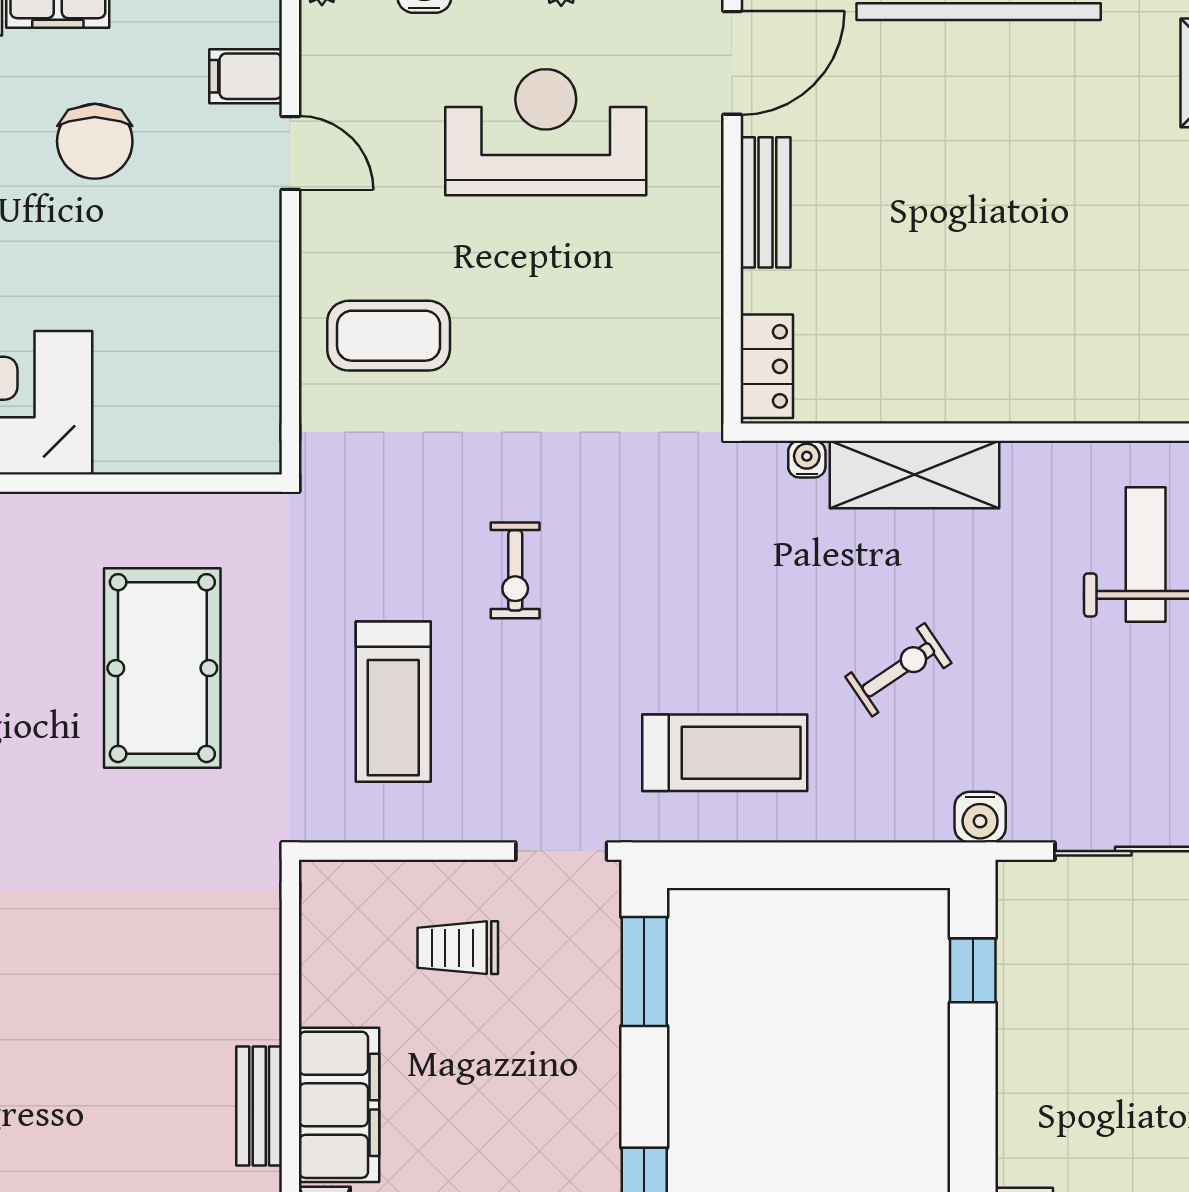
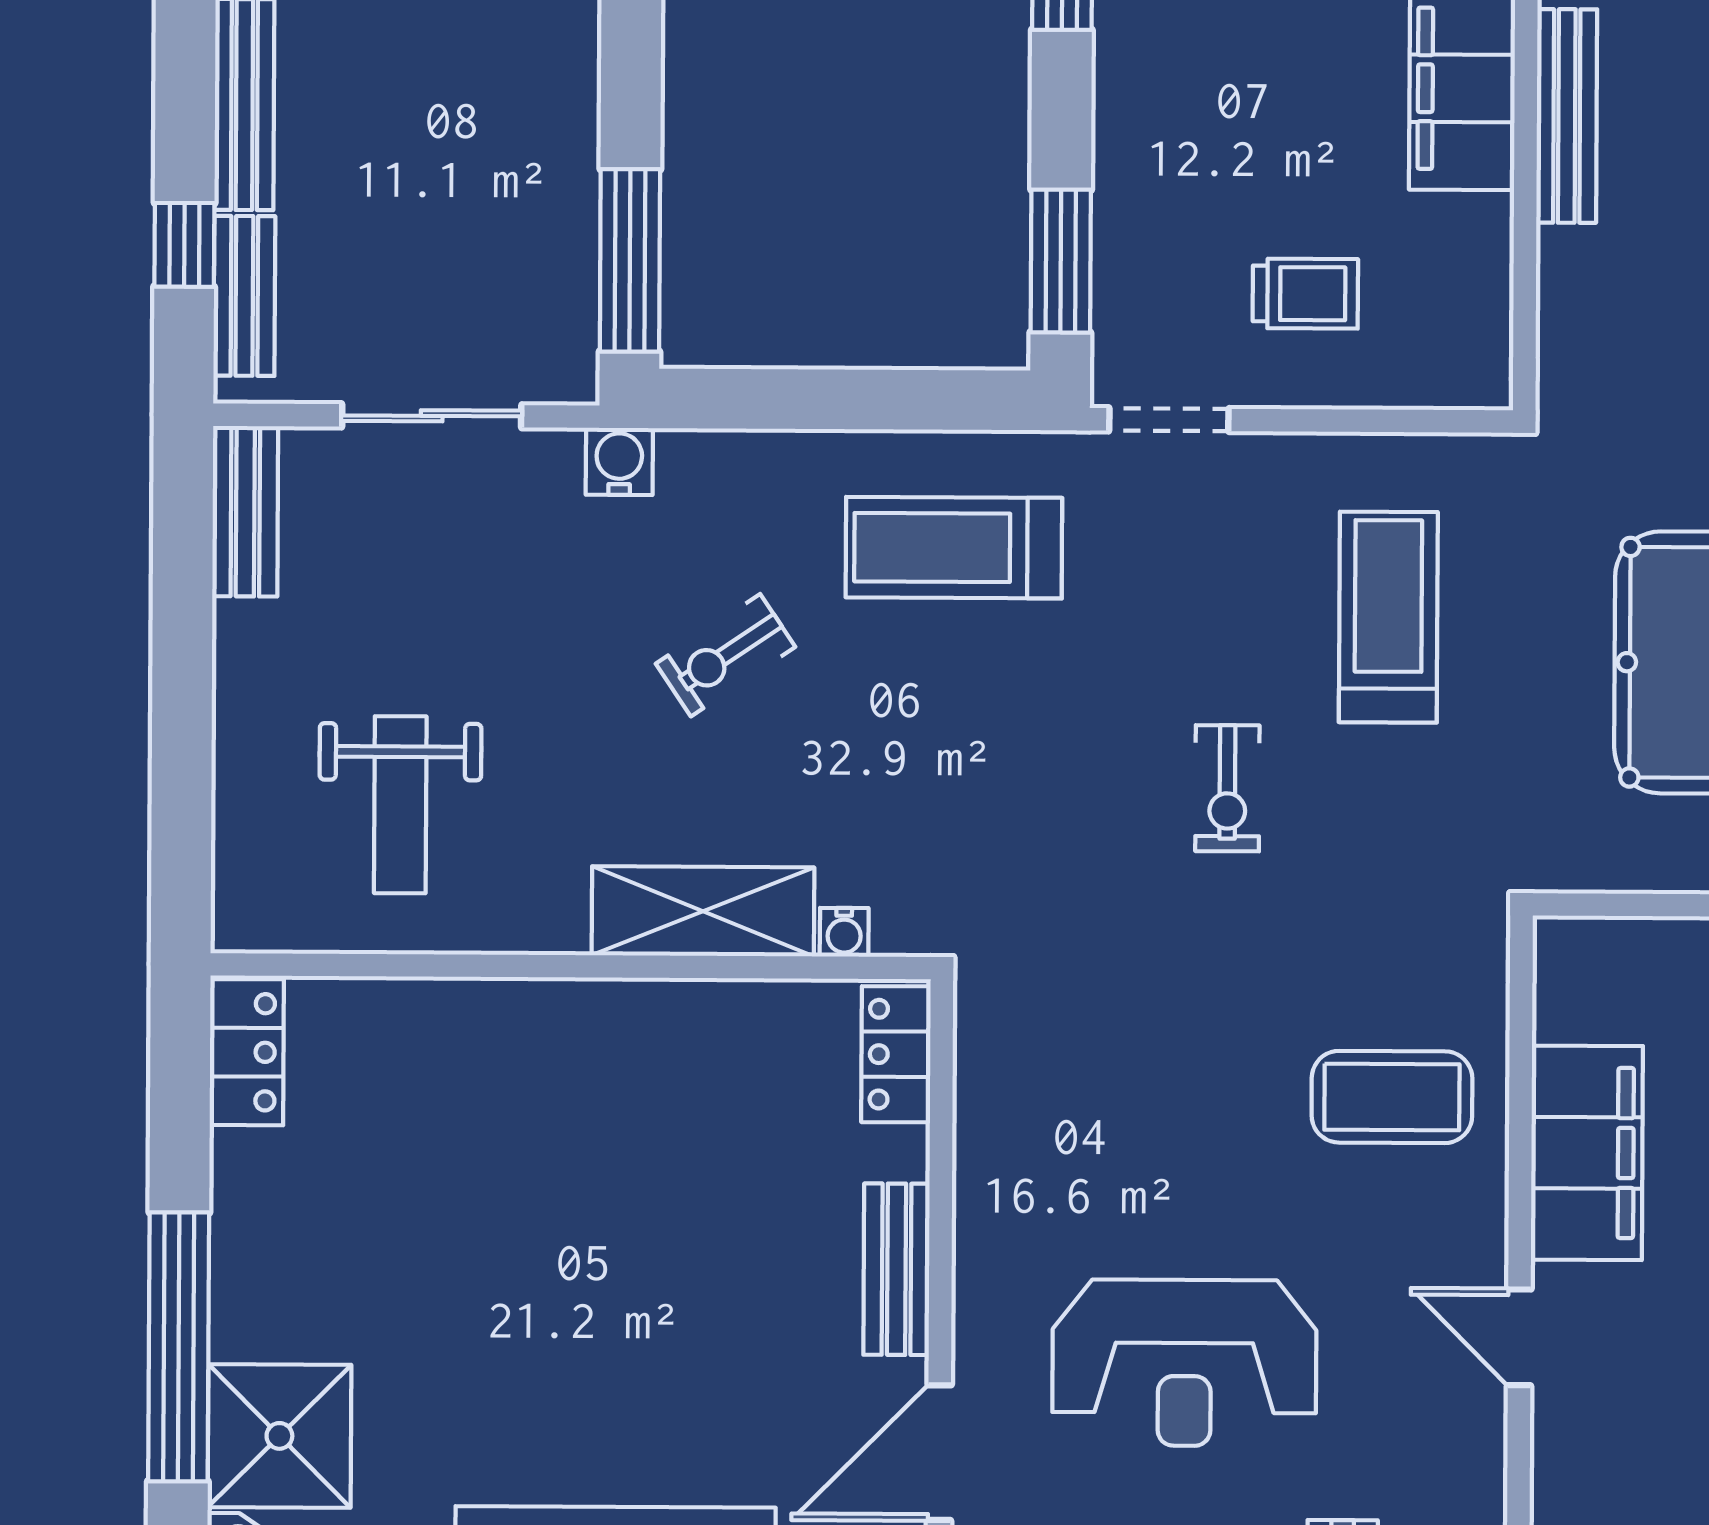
filing cabinet: (246, 76) -> (1587, 1153), moved, width x3.00, depth x1.17
exercise bike: (515, 570) -> (1227, 788), turned 180
window: (973, 970) -> (630, 260), width x2.17
bench: (259, 1106) -> (1567, 116), width x1.36

